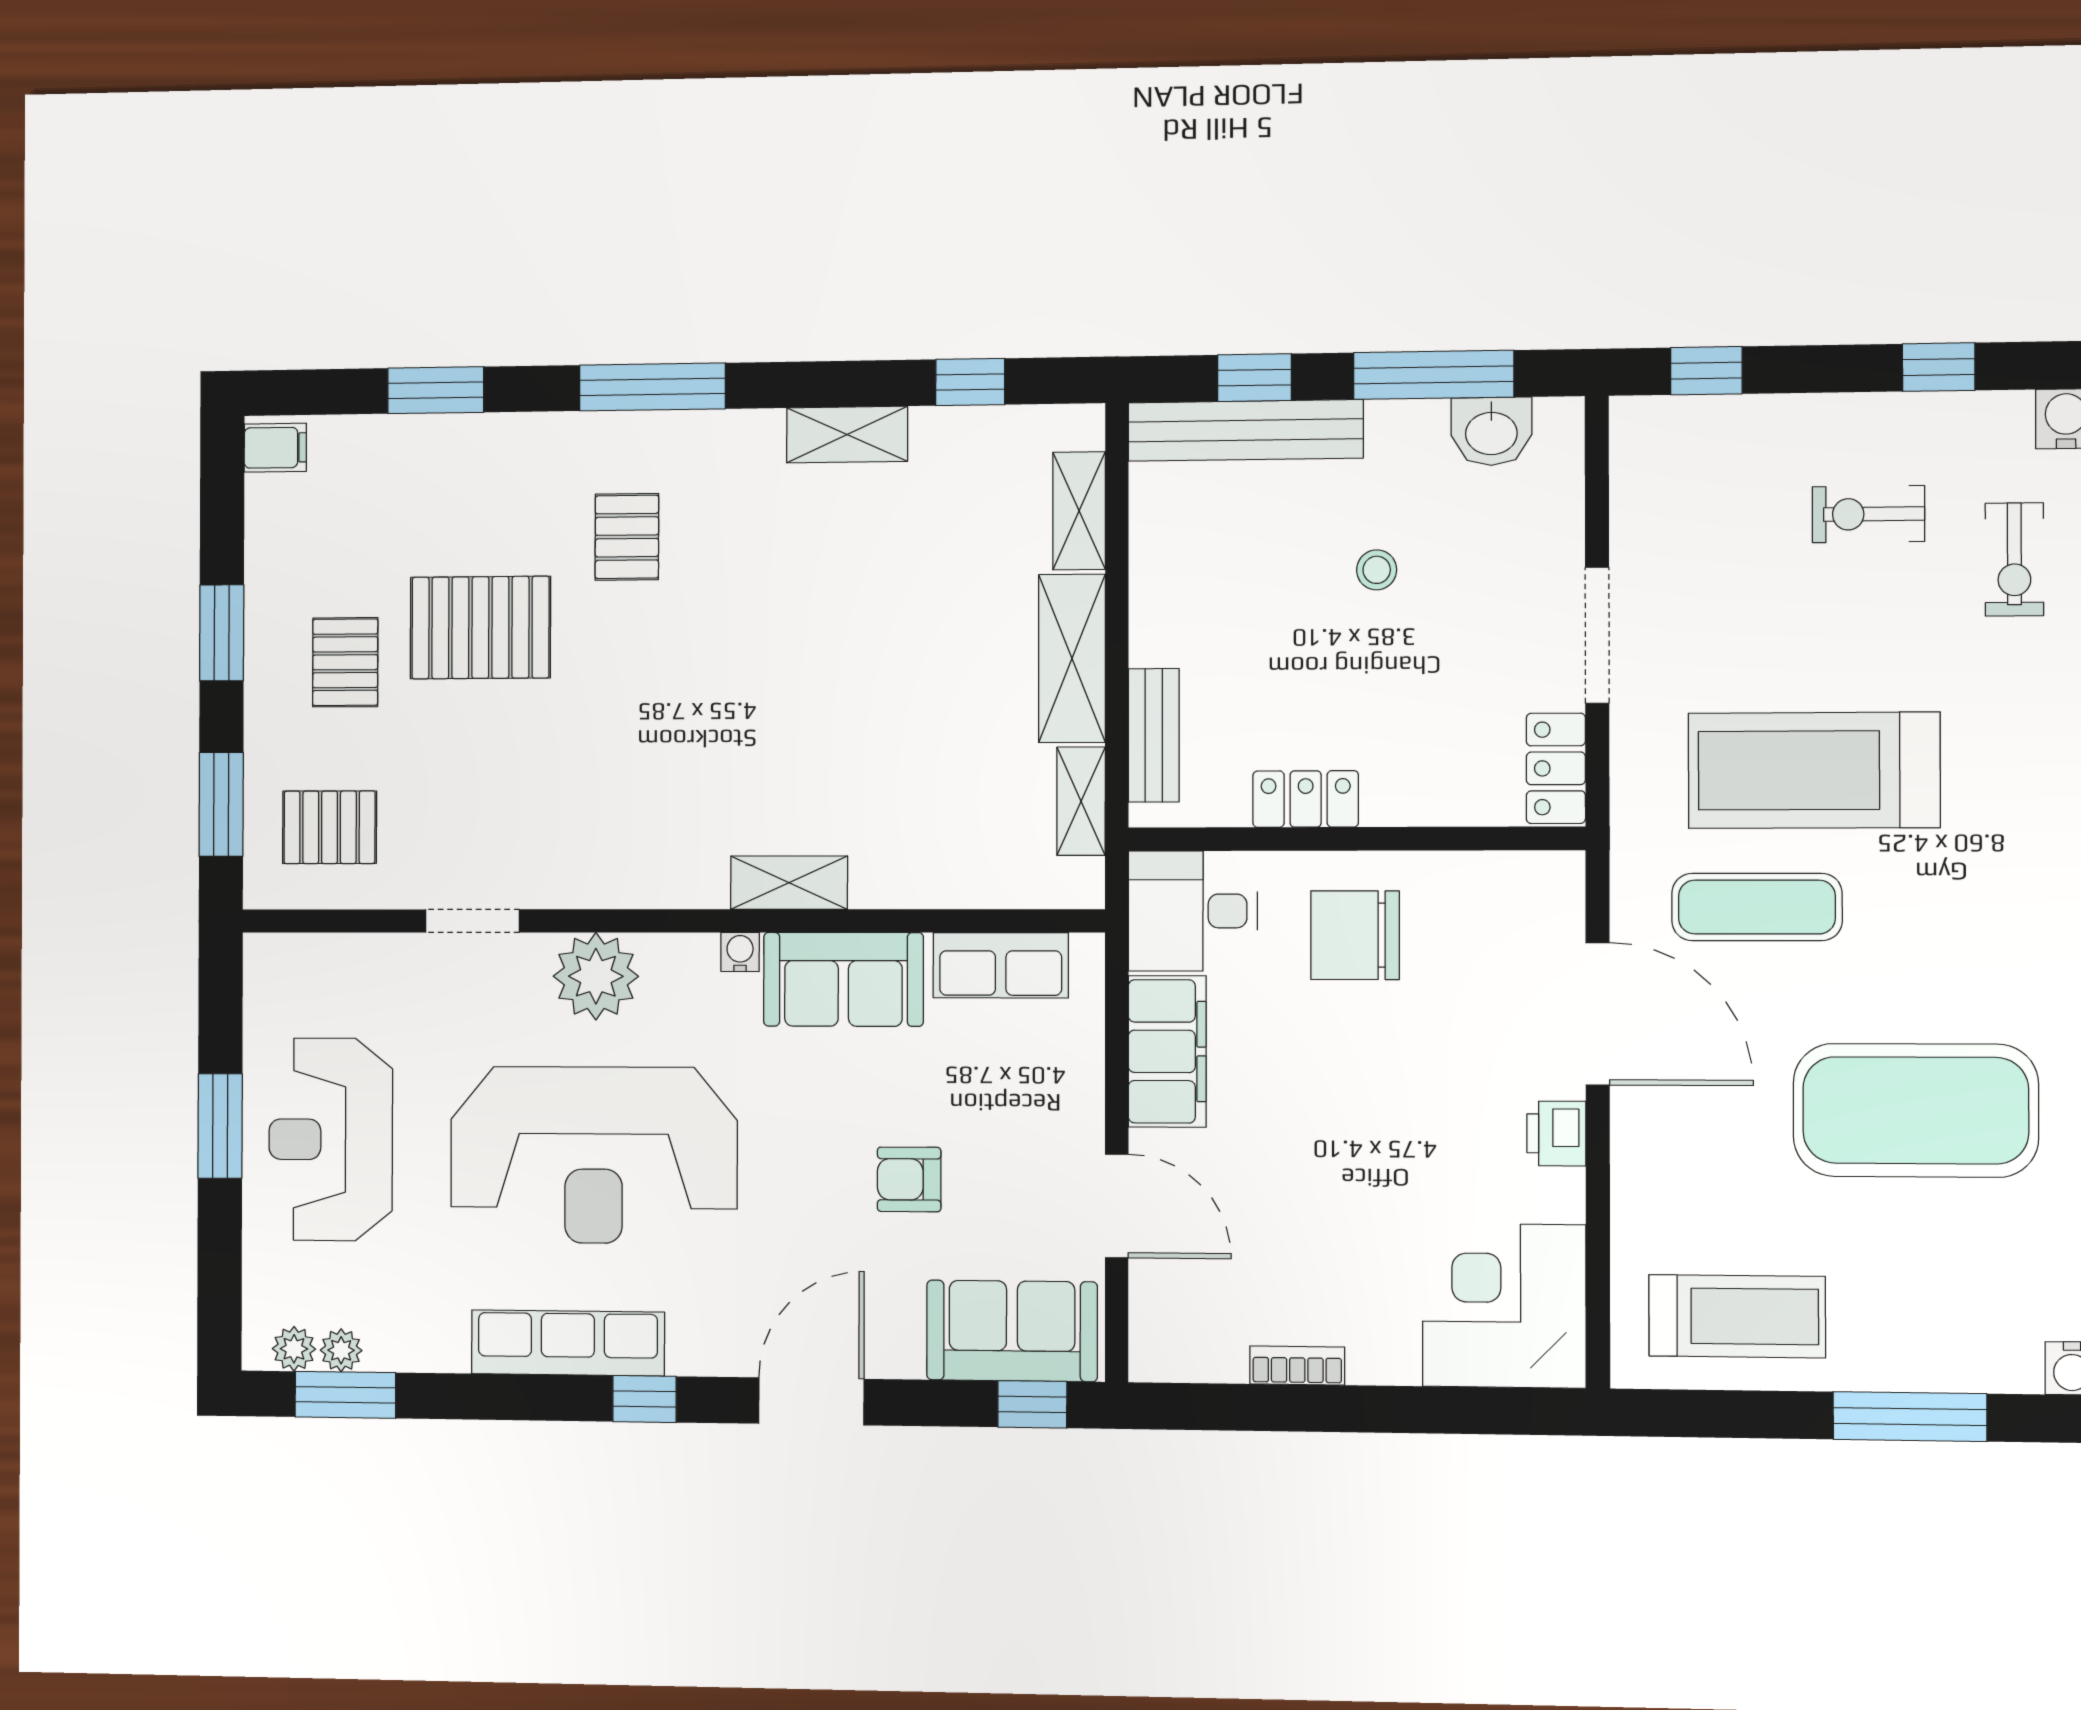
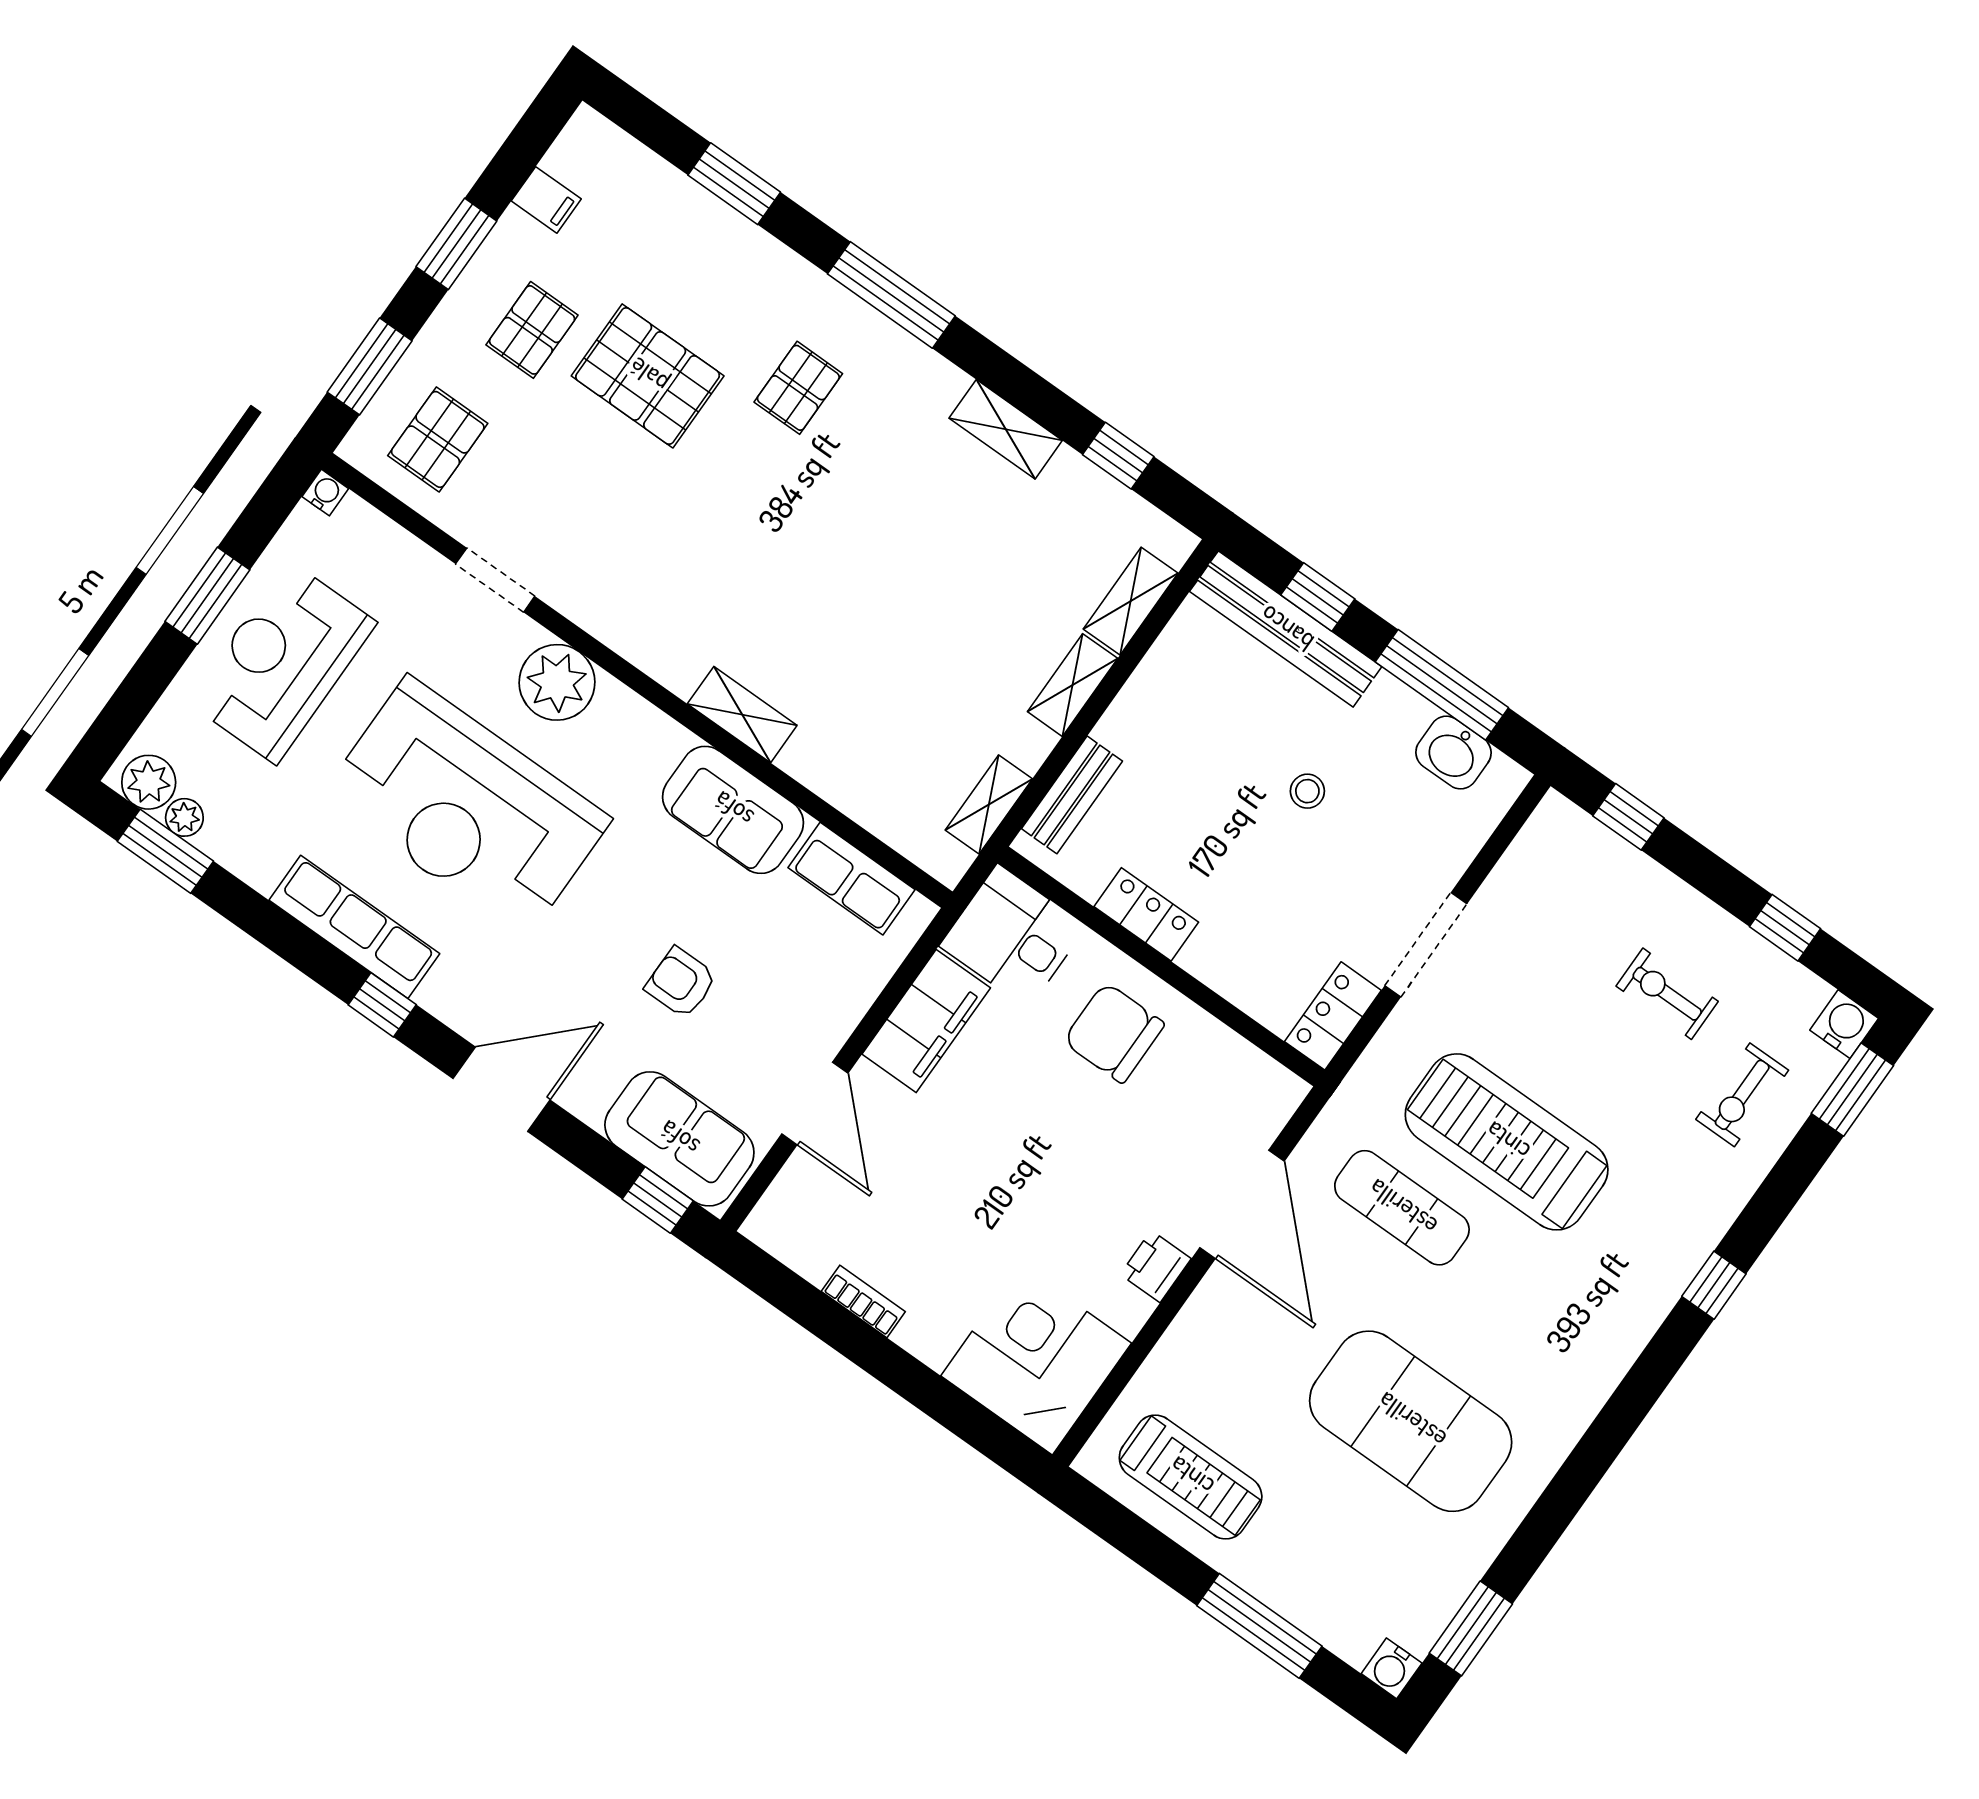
filing cabinet: (275, 448) -> (546, 200), moved
shelving: (1072, 658) -> (1073, 685), width x0.67, depth x0.75
pallet: (330, 827) -> (438, 439), turned 90
water cooler: (740, 952) -> (325, 493), moved
plant: (294, 1349) -> (149, 782), width x1.38, depth x1.38

